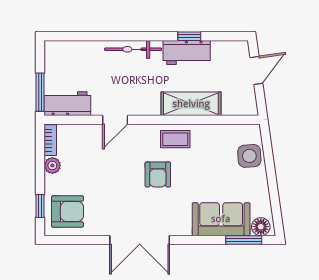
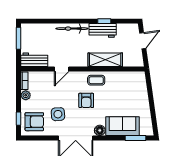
window: (40, 92) -> (19, 38), moved
side table: (249, 156) -> (58, 114), moved
floor lamp: (261, 227) -> (100, 130), moved

